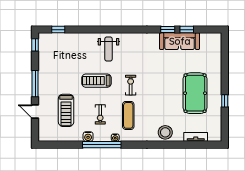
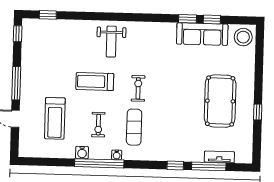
stool: (165, 132) -> (243, 37), moved
window: (161, 145) -> (175, 165), added
window: (188, 145) -> (209, 166), added

